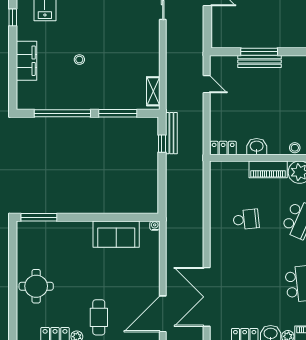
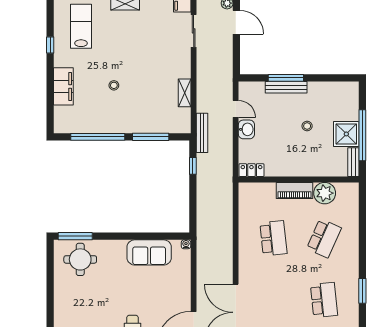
shelving: (153, 91) -> (185, 93), moved
bench: (171, 133) -> (202, 133), moved
washbasin: (257, 147) -> (246, 129), moved, turned 90
stool: (295, 148) -> (307, 126), moved
school desk: (246, 219) -> (273, 238), width x1.85
round table: (36, 286) -> (80, 259), moved

